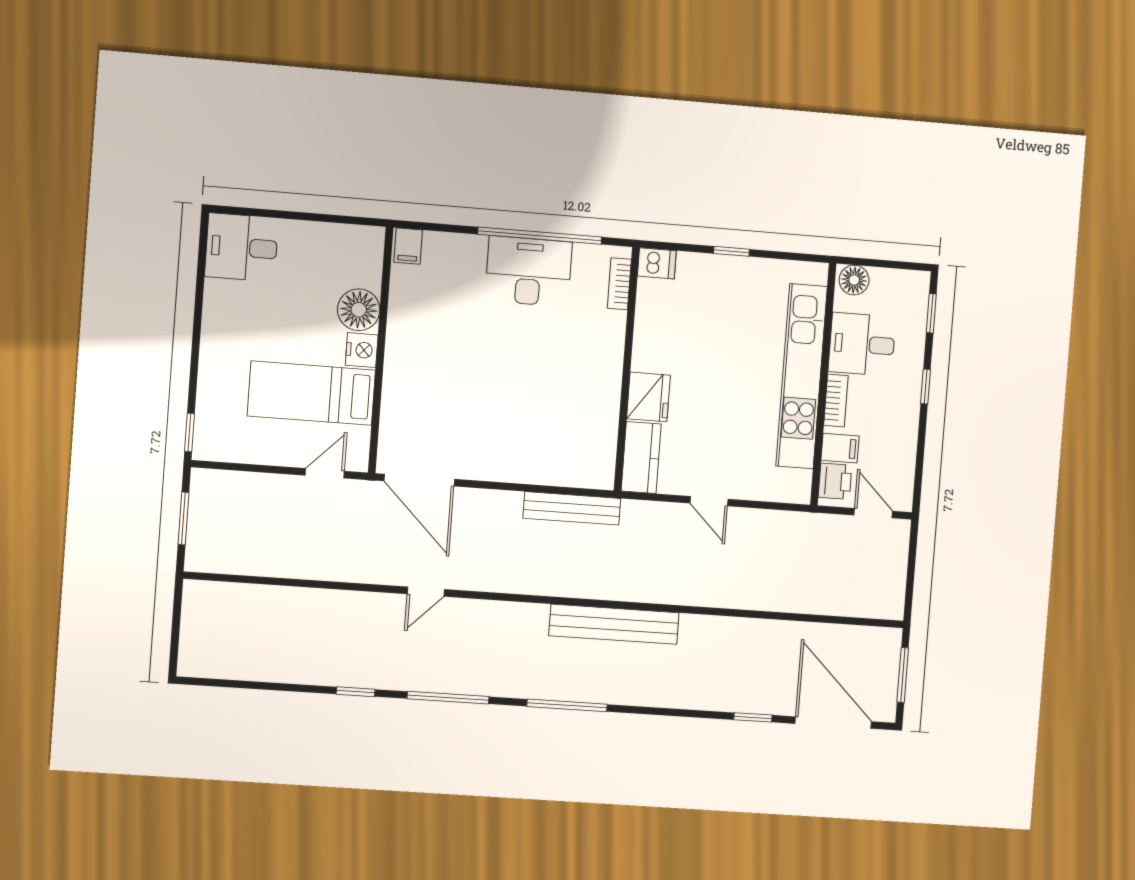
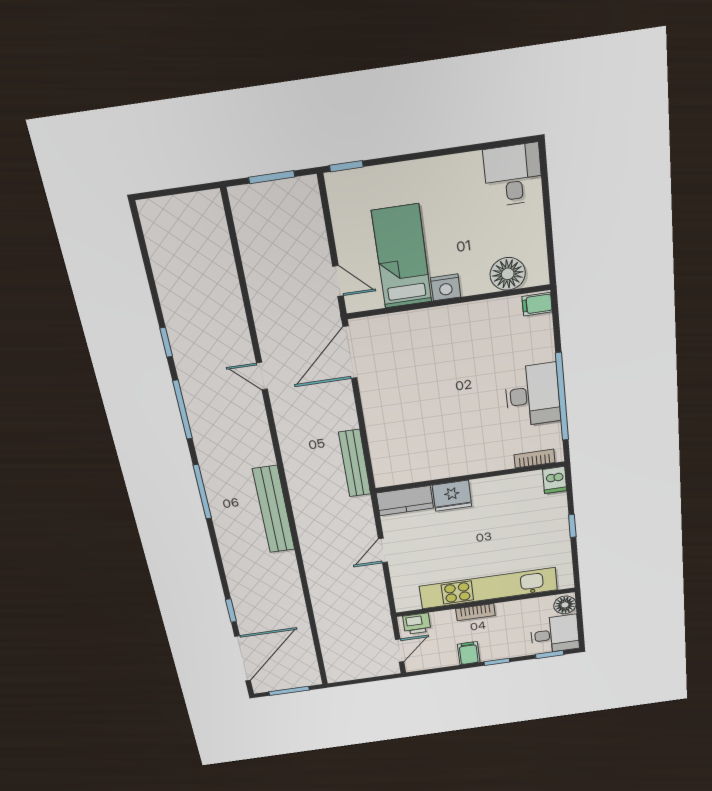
floor lamp: (359, 310) -> (508, 274), moved
desk: (862, 344) -> (555, 634), moved, turned 90
filing cabinet: (840, 448) -> (469, 653), moved, turned 180

